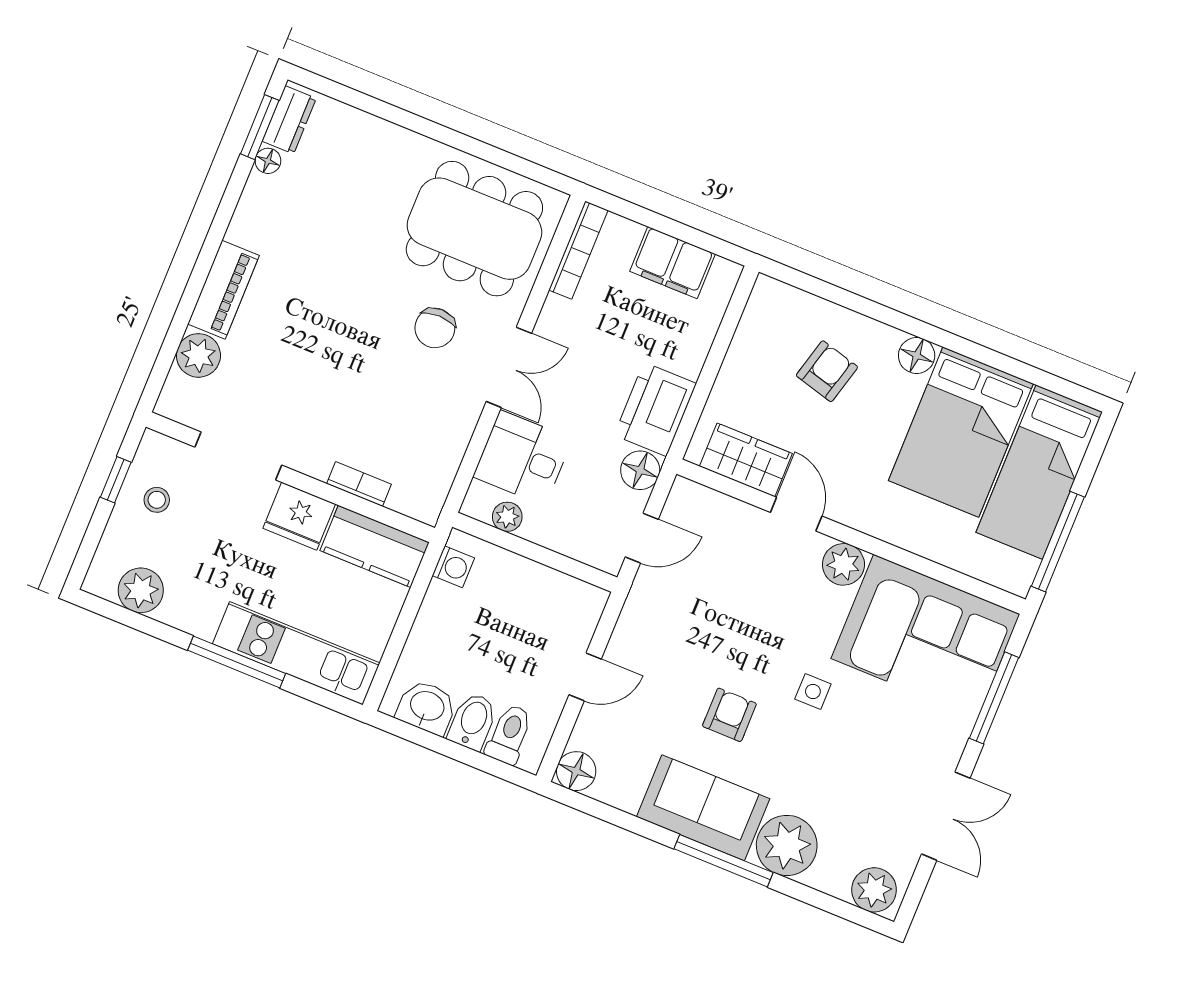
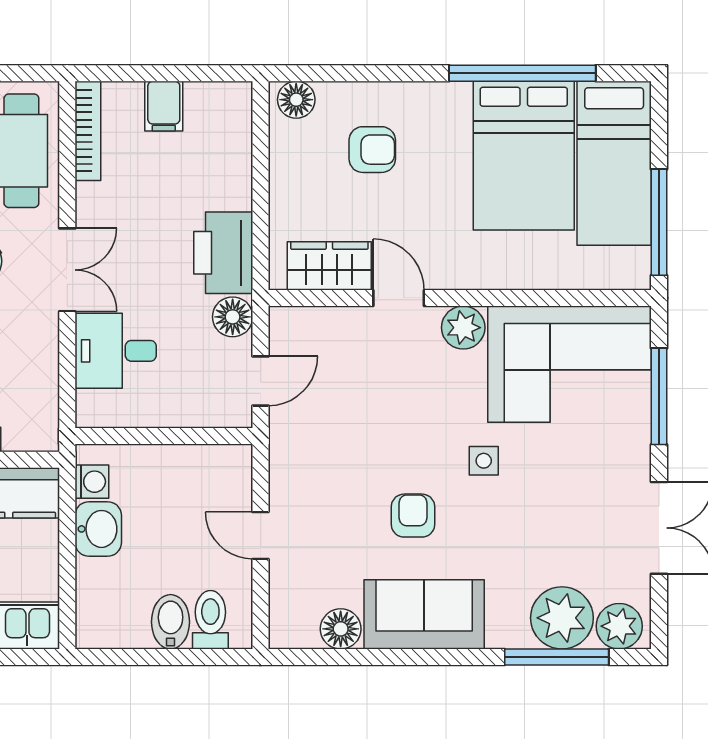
filing cabinet: (672, 263) -> (164, 106), width x0.50
floor lamp: (917, 356) -> (296, 100), moved
window: (990, 358) -> (522, 73), added
armchair: (827, 371) -> (372, 150), turned 75
plant: (507, 517) -> (124, 413), removed
door: (585, 677) -> (261, 535), swing flipped
washbasin: (427, 707) -> (98, 529), moved, turned 90
floor lamp: (576, 771) -> (341, 629), moved
plant: (787, 845) -> (562, 618), moved
window: (724, 861) -> (557, 657), moved

